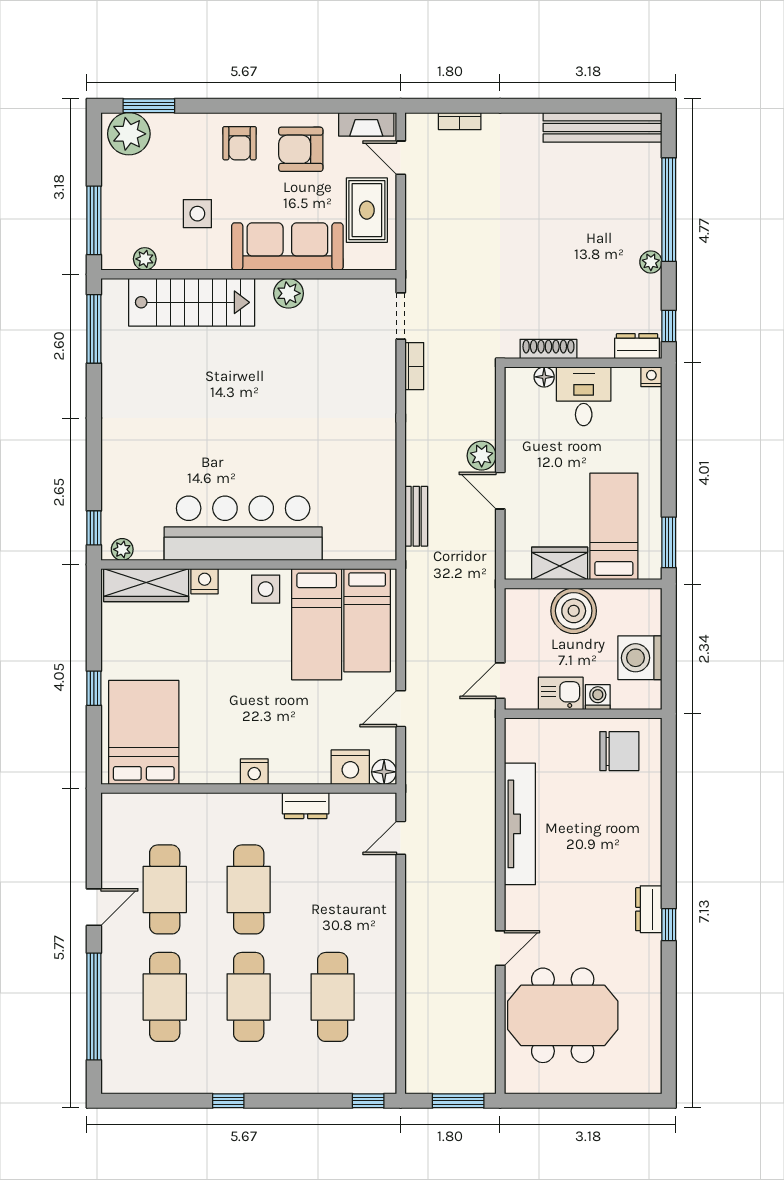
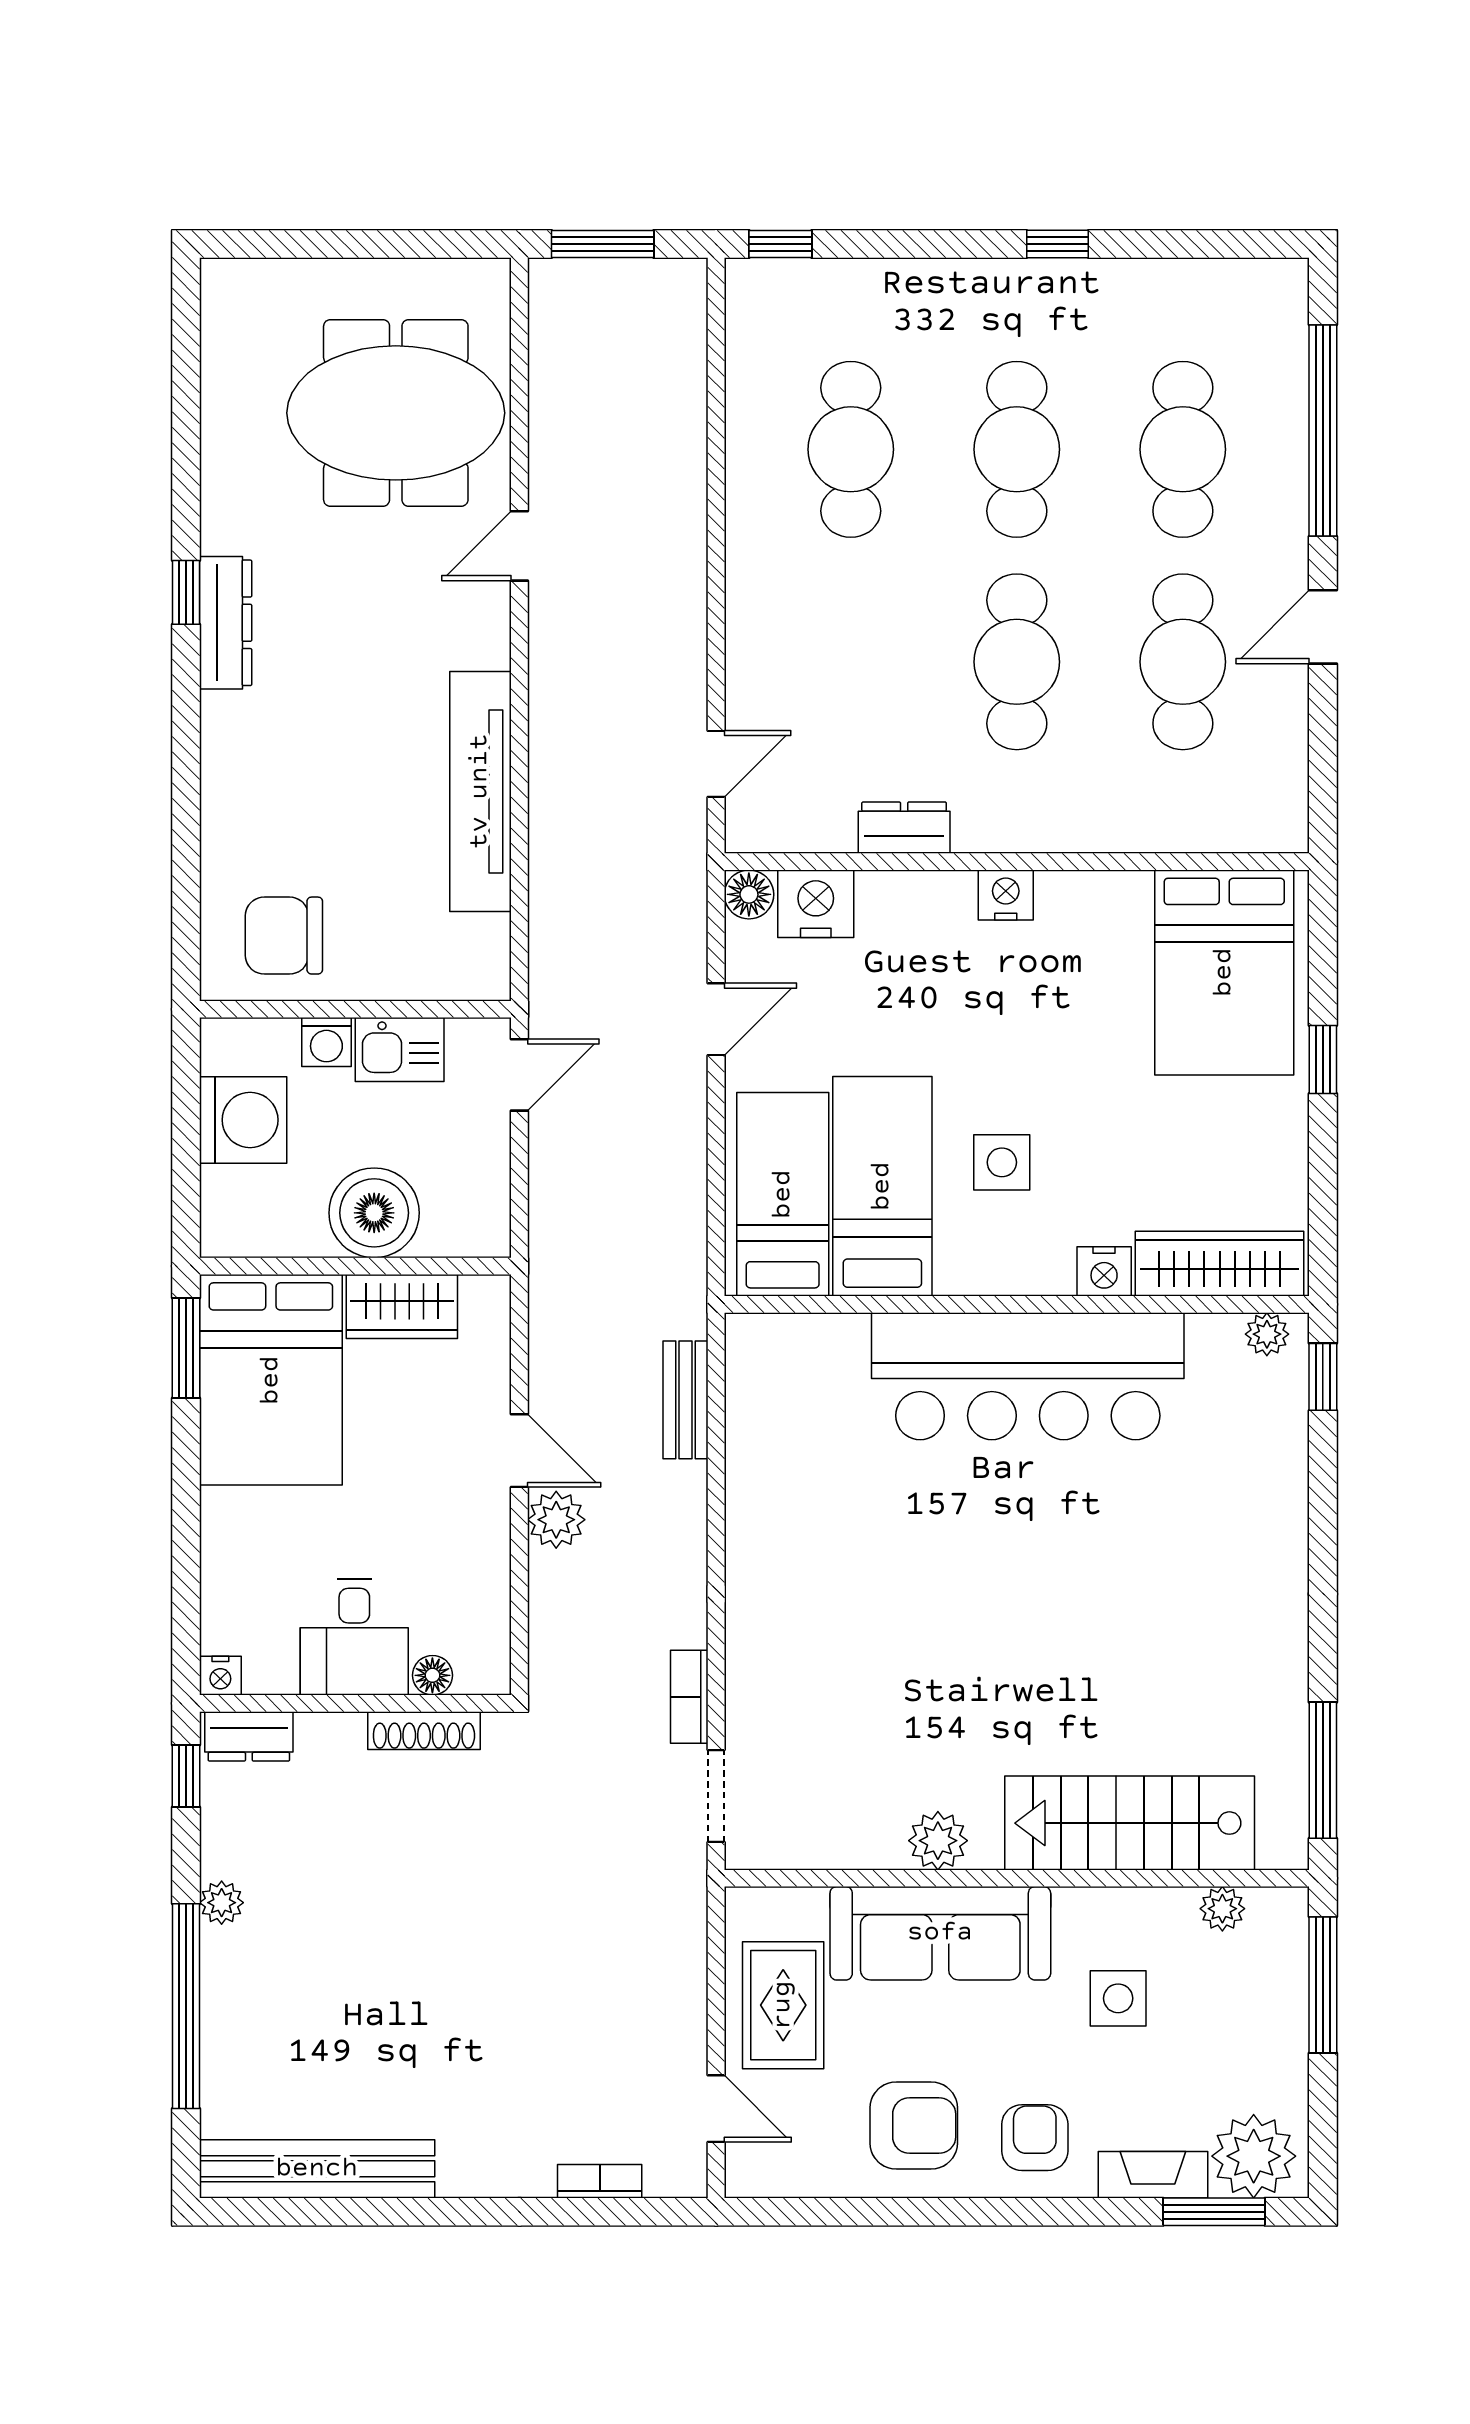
fireplace: (366, 124) -> (1153, 2175), moved
bed: (614, 526) -> (271, 1380), width x1.50
side table: (266, 589) -> (1002, 1162), moved
dresser: (649, 909) -> (226, 623), width x1.44

